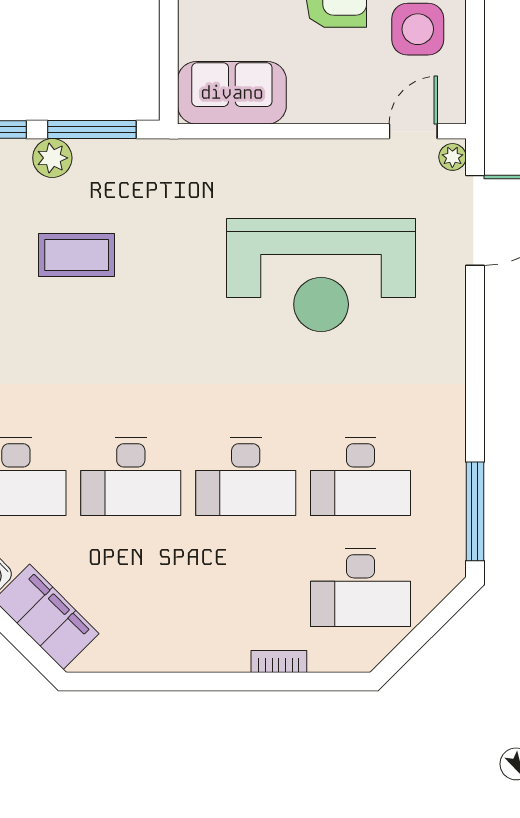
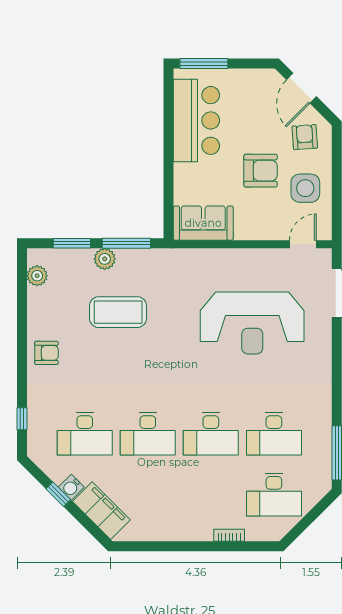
plant: (452, 157) -> (324, 258), removed
coffee table: (77, 255) -> (118, 312), width x1.36, depth x1.32

